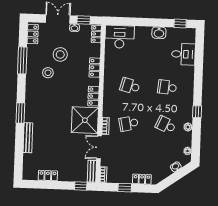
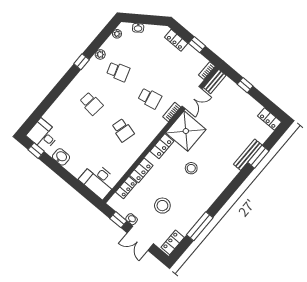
locker: (96, 34) -> (126, 188), moved
desk: (183, 54) -> (43, 135), moved
stool: (48, 73) -> (191, 168), moved
window: (20, 113) -> (258, 157), moved
school desk: (166, 125) -> (118, 72), turned -42
locker: (48, 176) -> (269, 119), moved
window: (81, 186) -> (245, 85), moved

